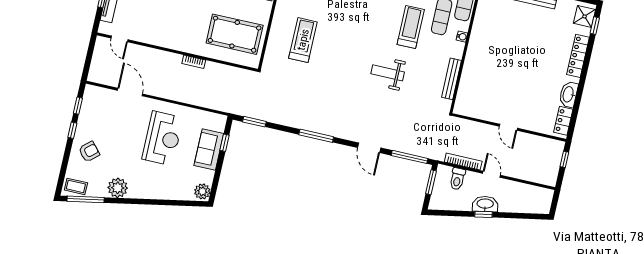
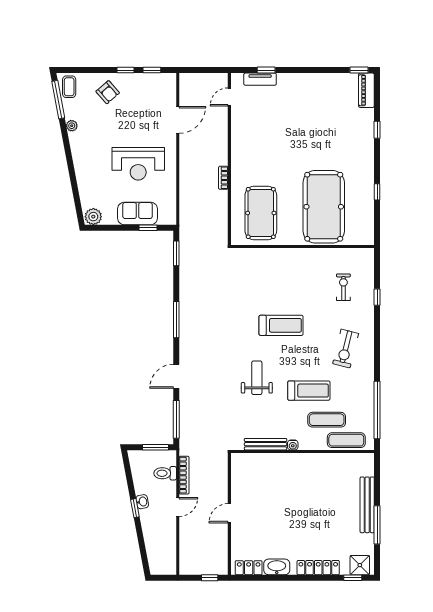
water cooler: (462, 37) -> (293, 445), moved
treadmill: (303, 40) -> (281, 325), moved
plant: (118, 188) -> (72, 126), width x0.53, depth x0.53
washbasin: (485, 204) -> (142, 502), width x0.52, depth x0.69

